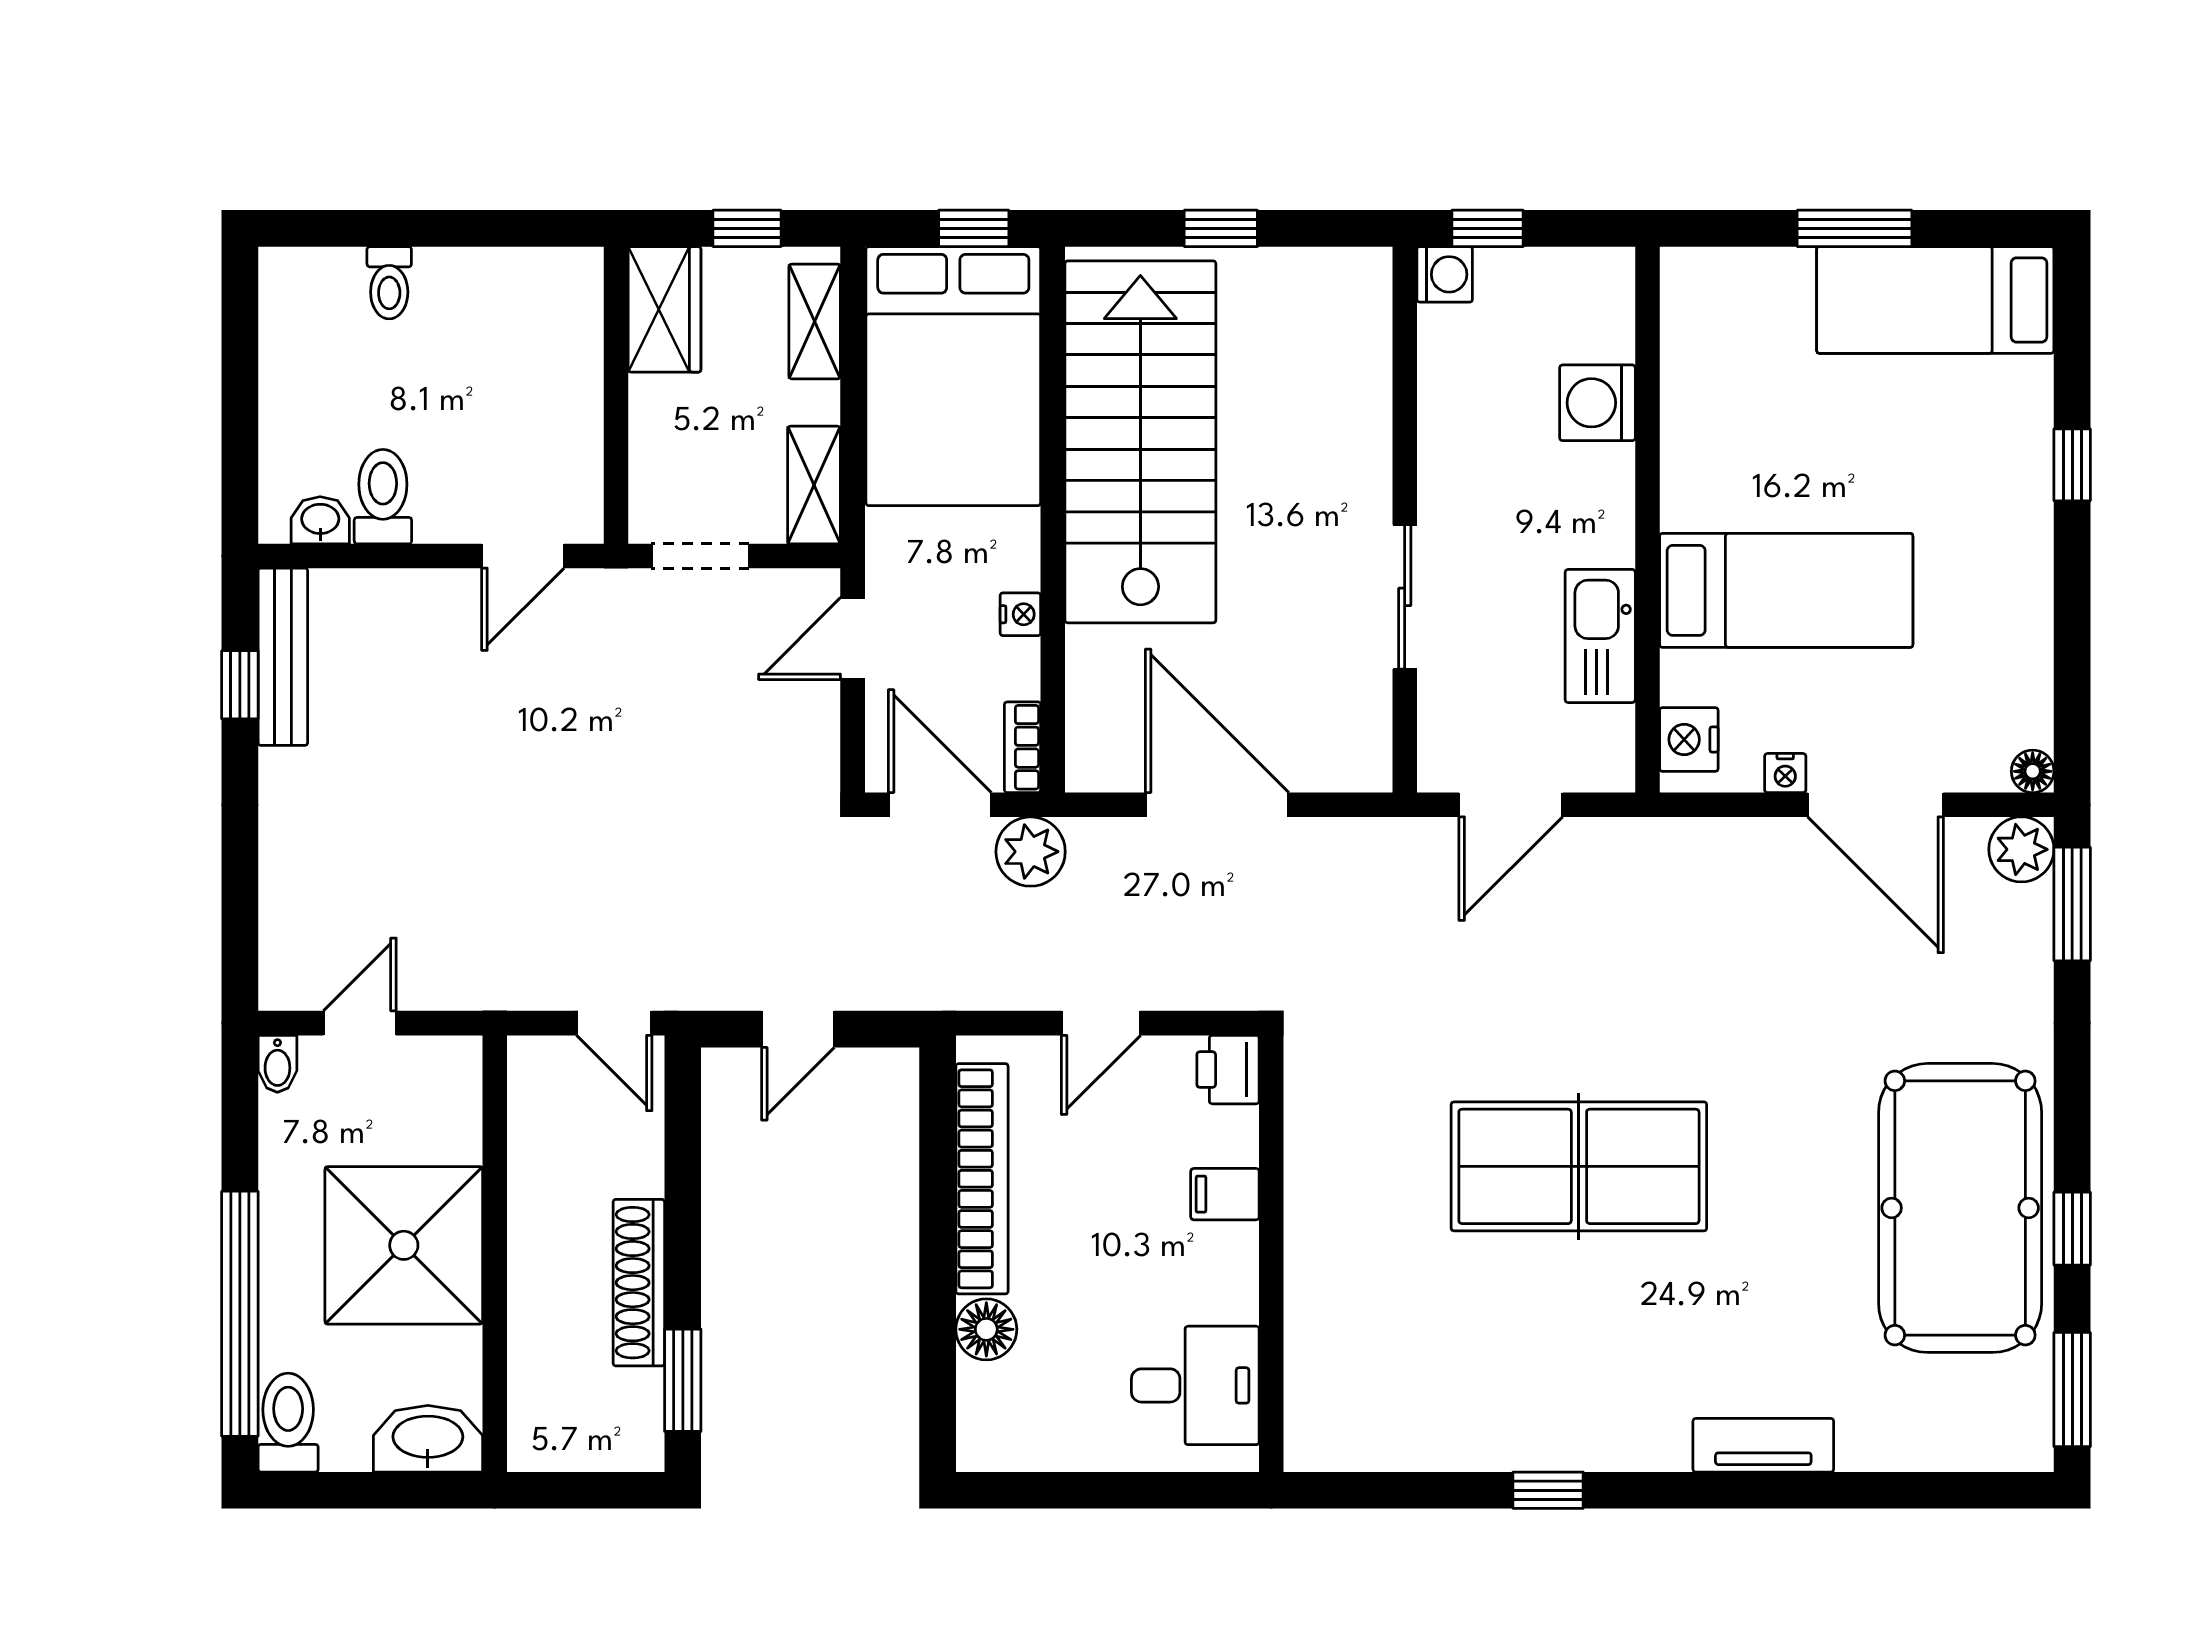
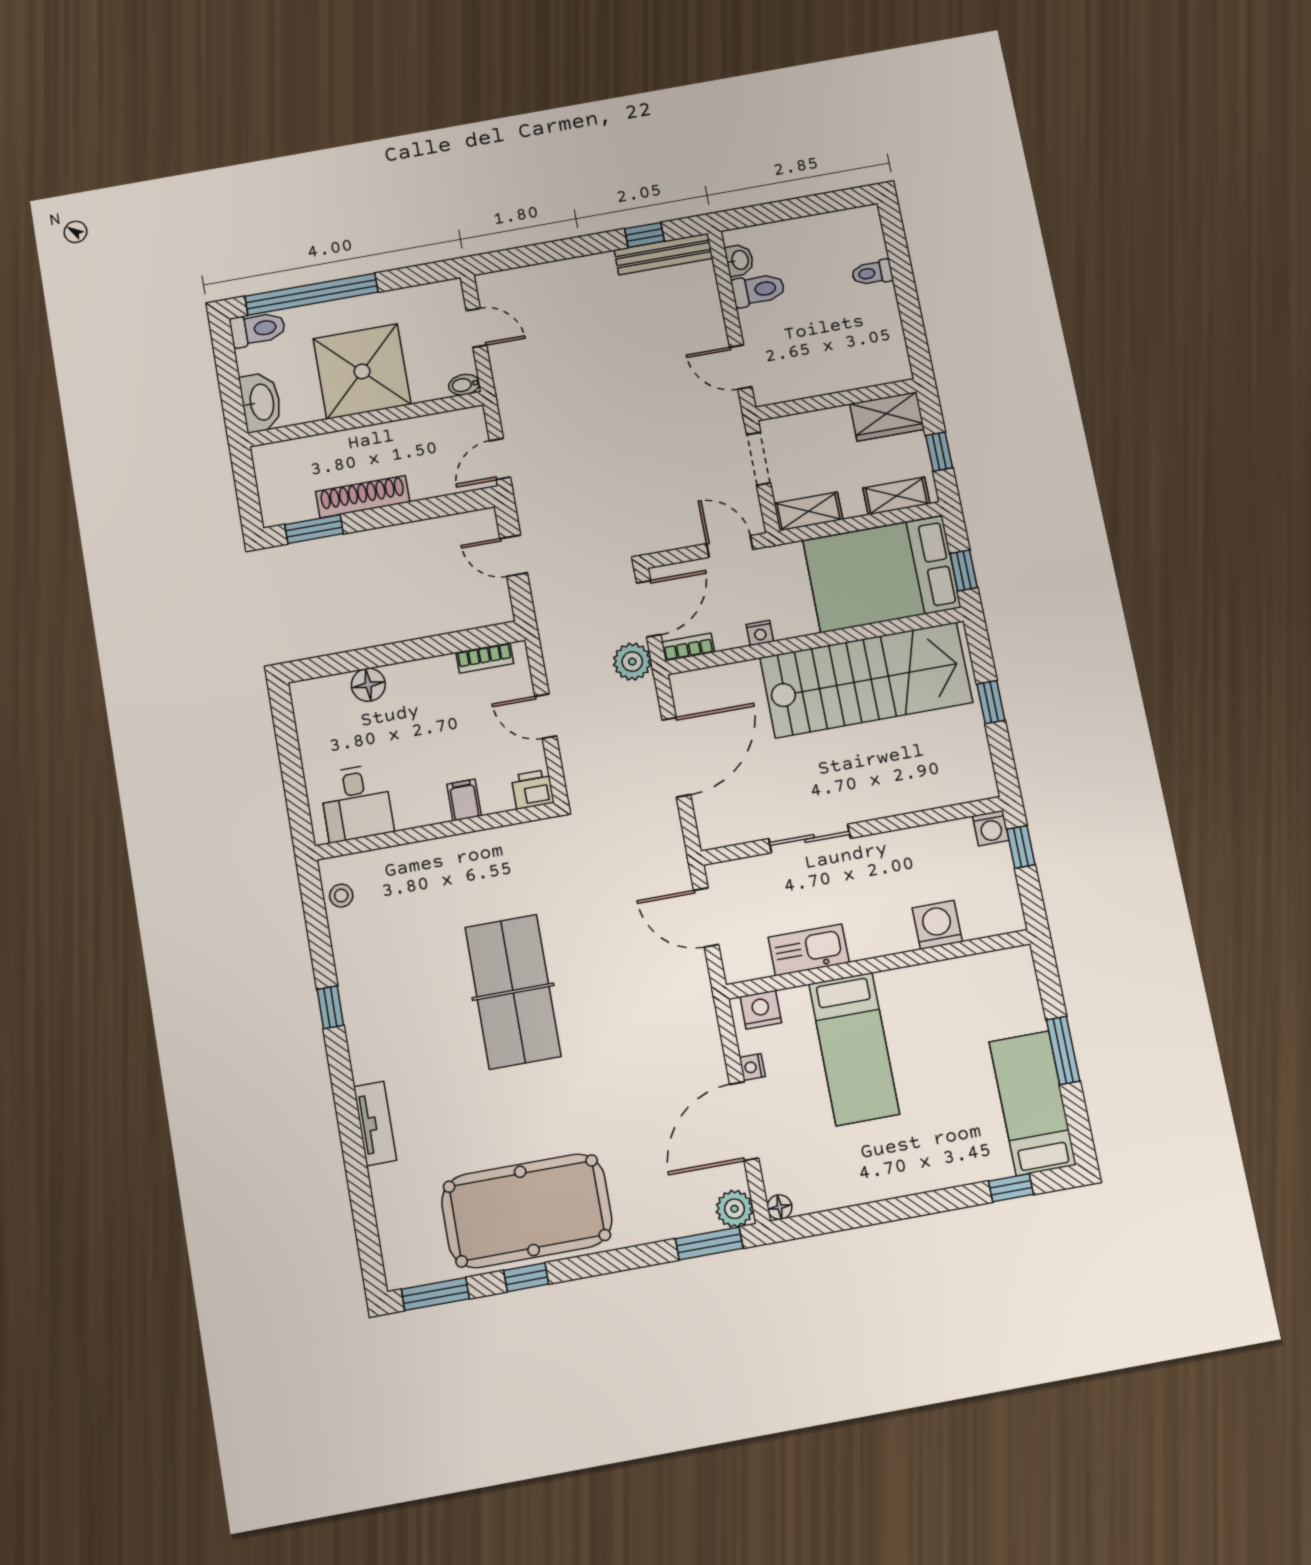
window: (2072, 465) -> (1011, 1188), moved
bidet: (277, 1064) -> (464, 385), moved
bookcase: (982, 1179) -> (485, 658), width x0.43, depth x0.76
stool: (1355, 1439) -> (341, 896), added

